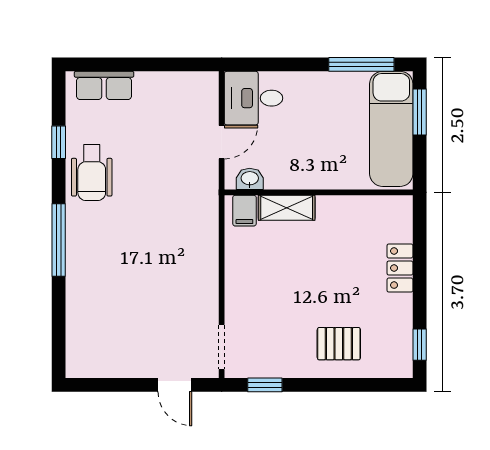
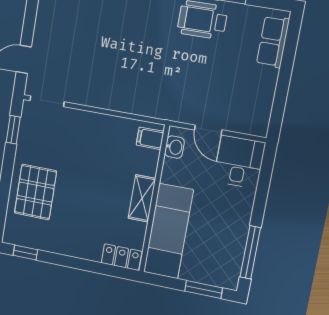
exam couch: (391, 129) -> (168, 231), moved, turned 90
shelving: (287, 208) -> (142, 198), moved
locker: (400, 268) -> (121, 257), moved
pallet: (339, 344) -> (35, 192), width x1.50, depth x1.42

